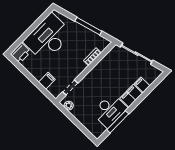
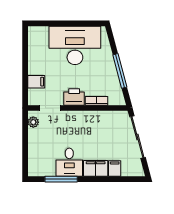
printer: (20, 53) -> (74, 97), moved, turned 180
desk: (110, 110) -> (69, 162), width x0.73

